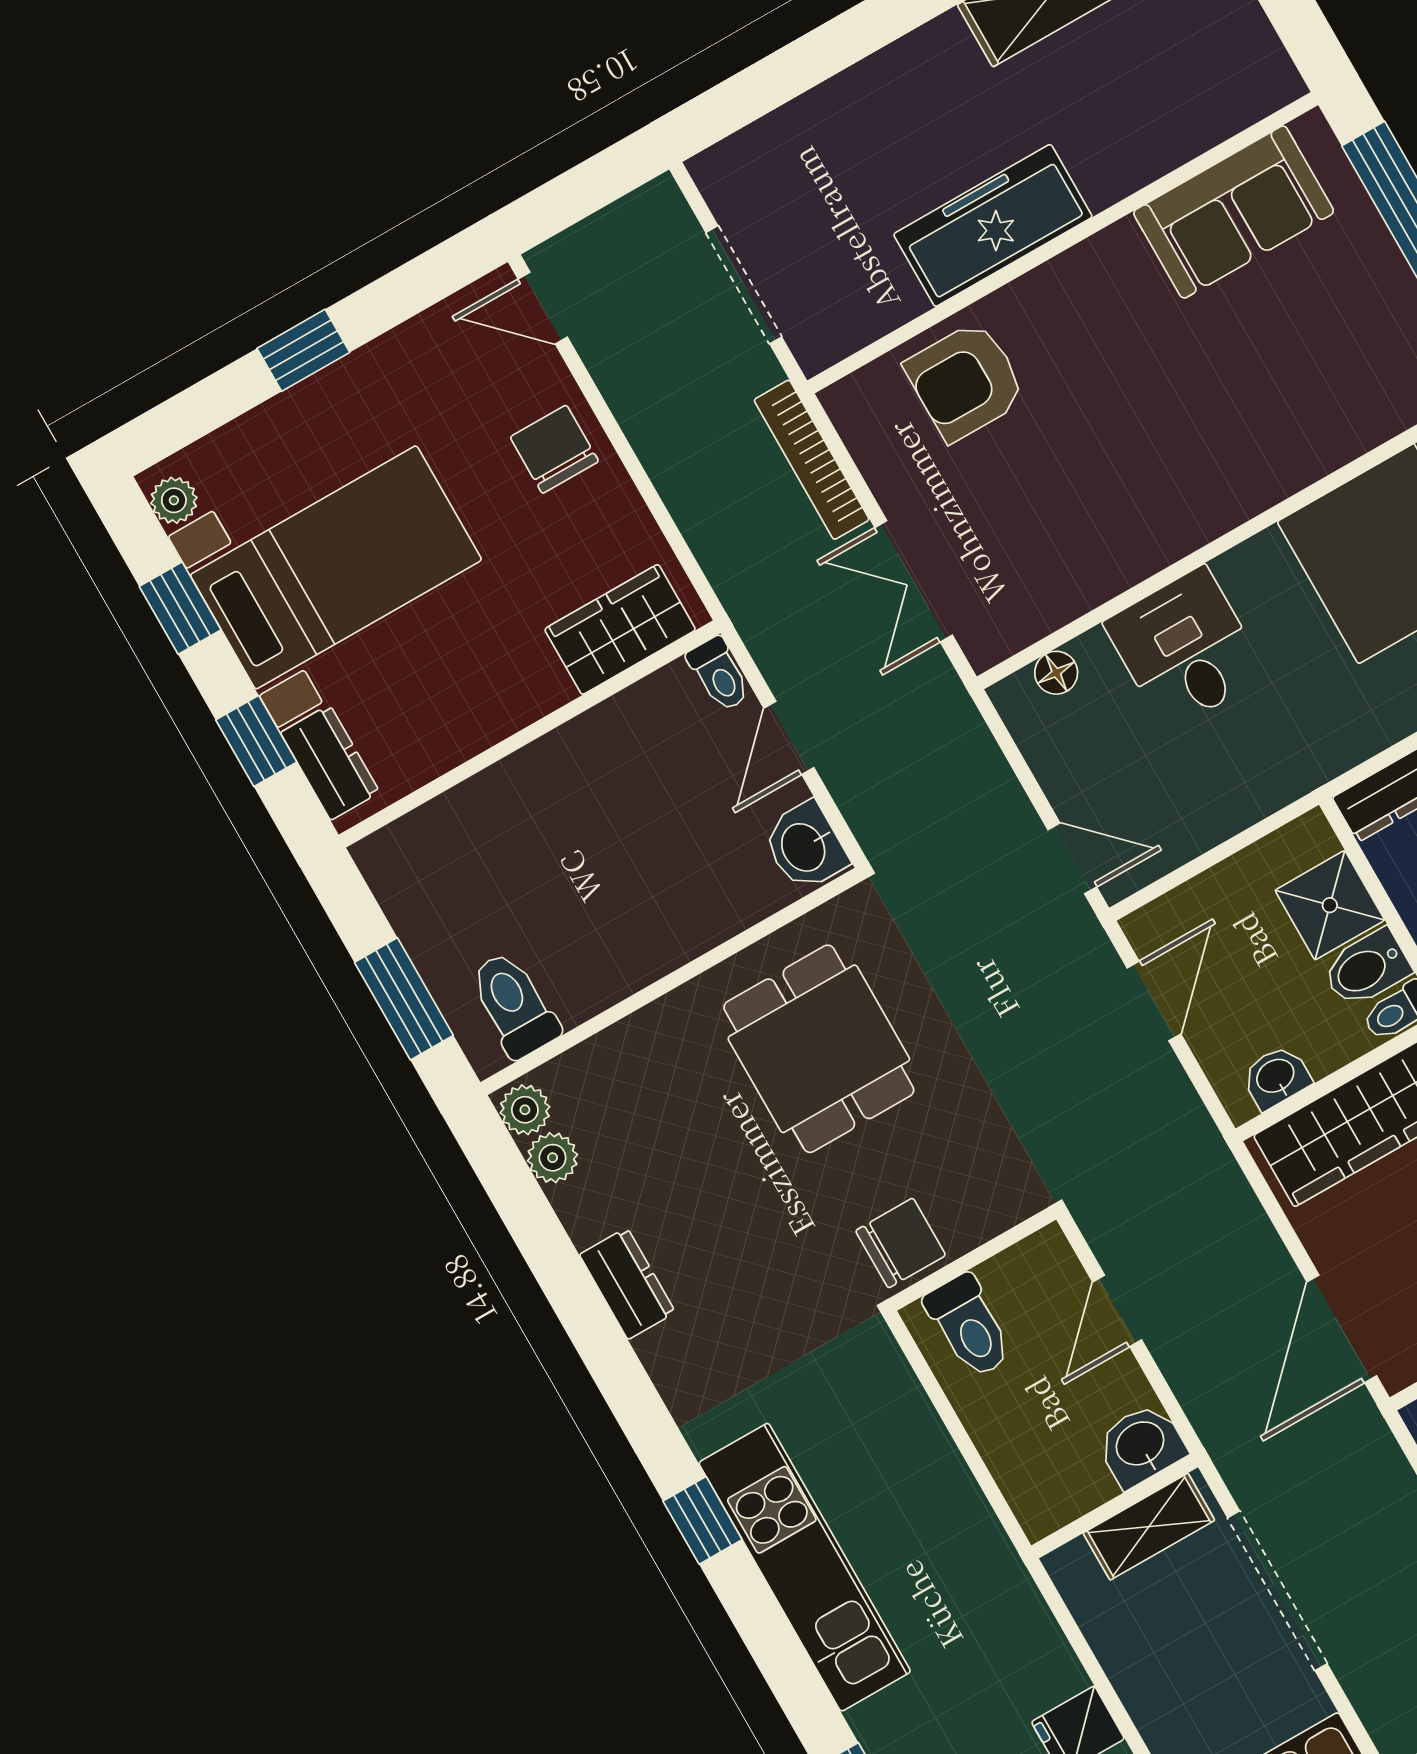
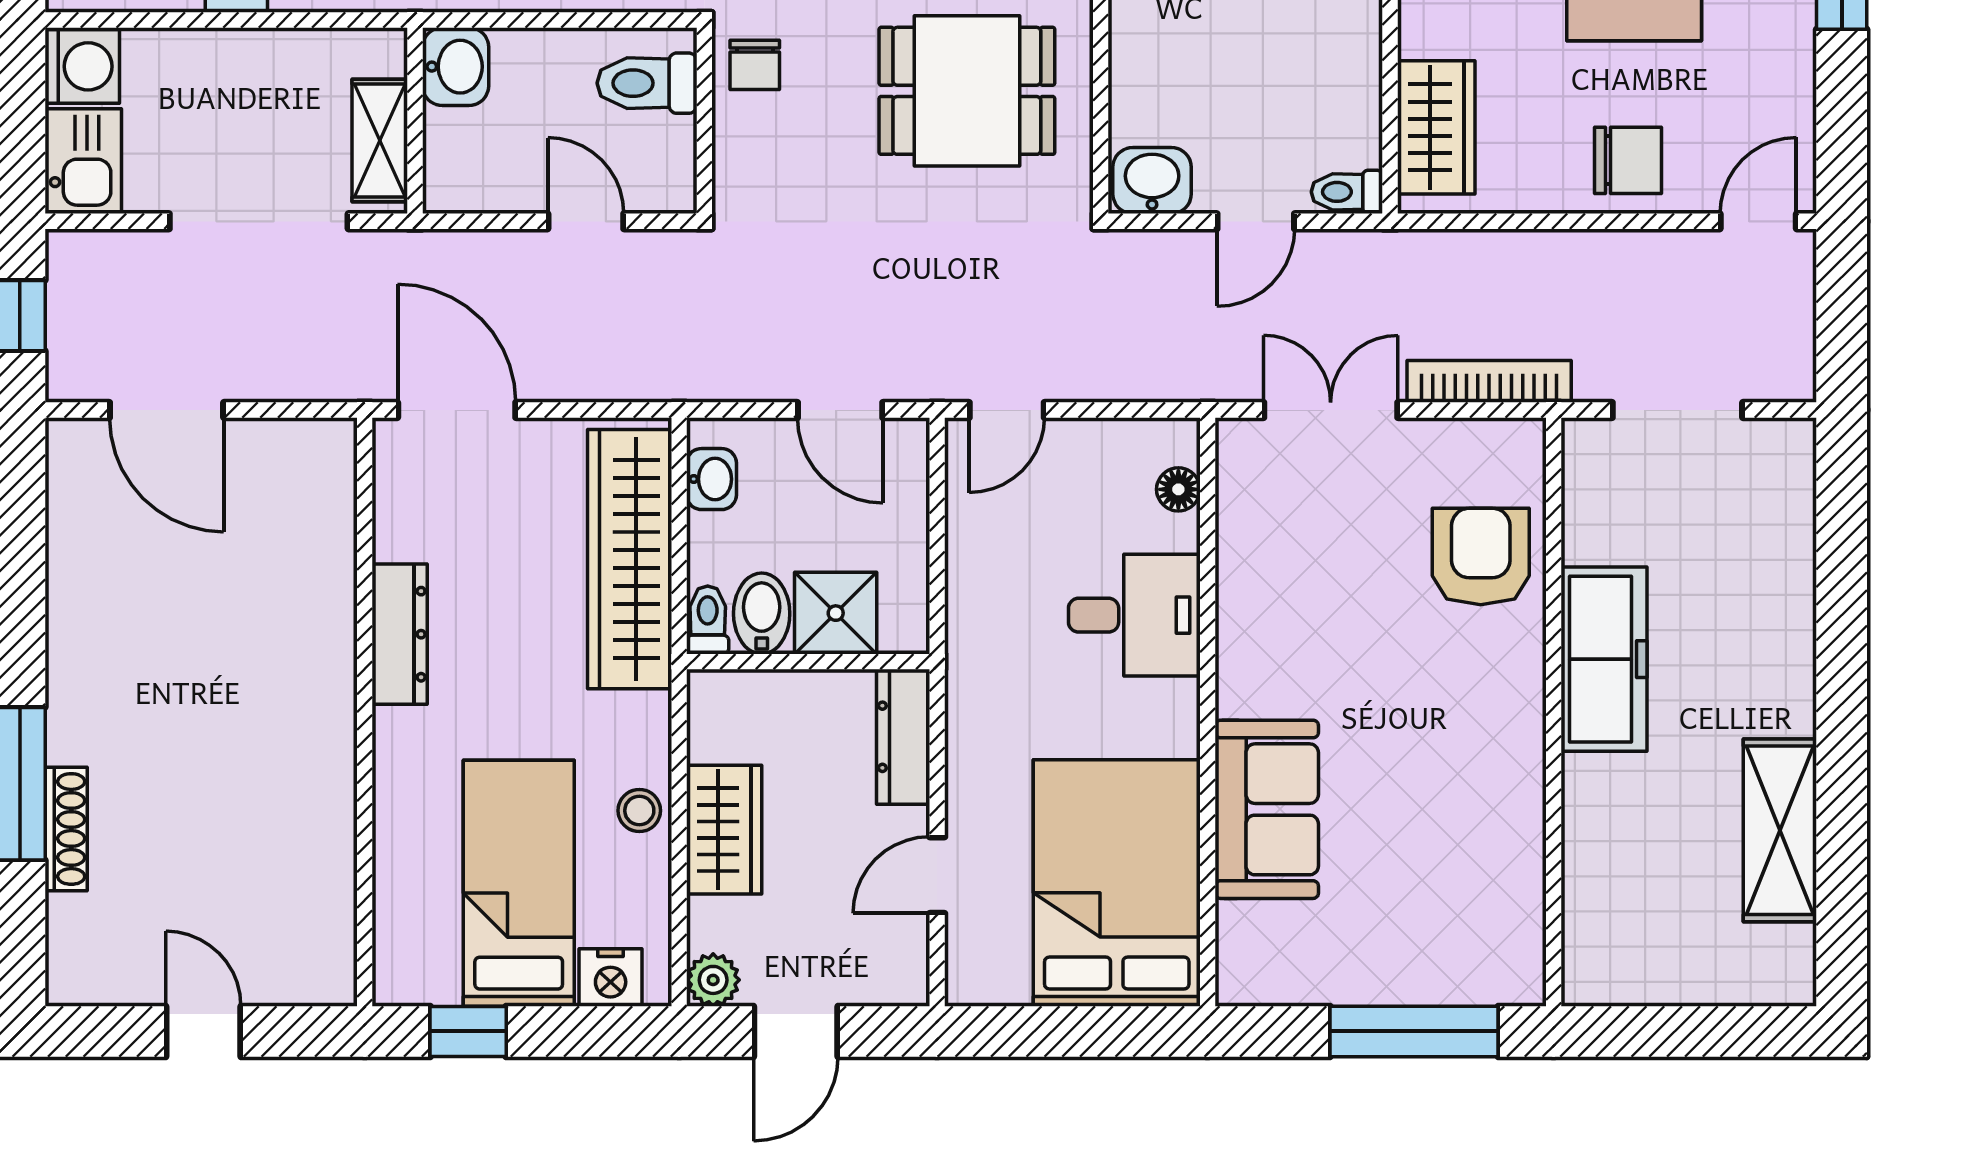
sofa: (1234, 212) -> (1267, 809), moved, turned 180
door: (789, 738) -> (1256, 221), swing flipped
chair: (901, 1243) -> (755, 65), width x0.73, depth x0.73
washbasin: (1141, 1445) -> (456, 67), moved

